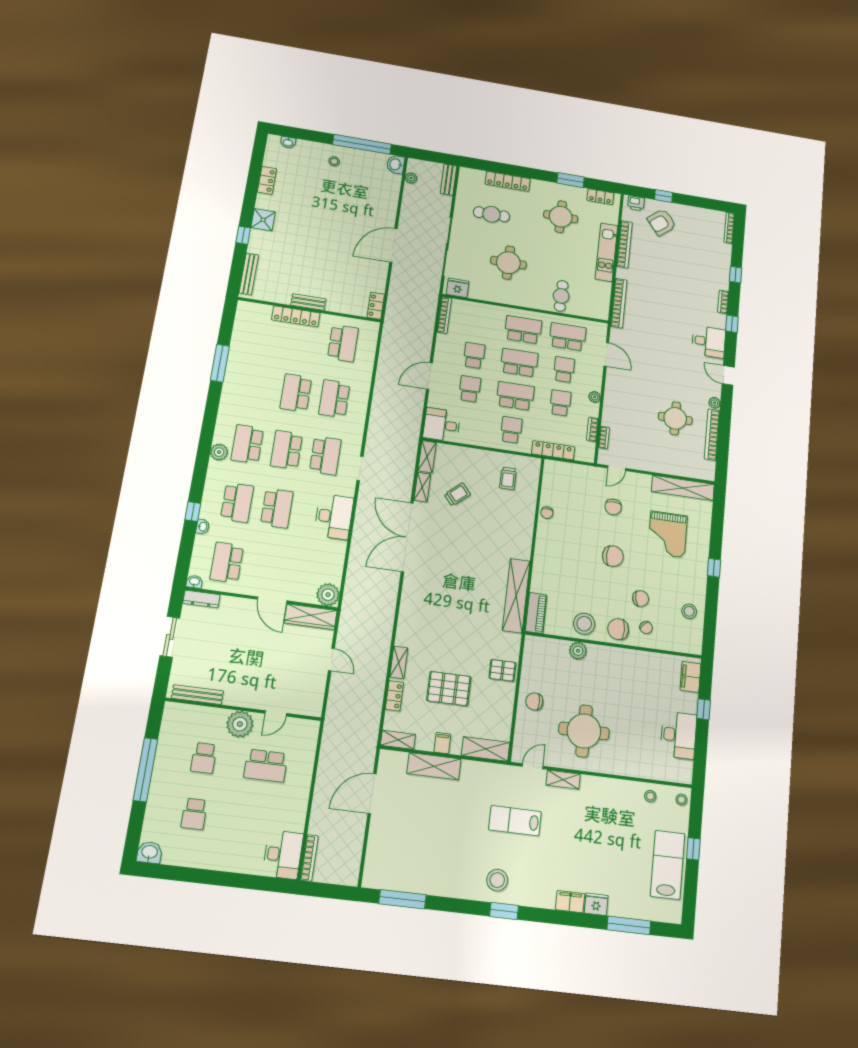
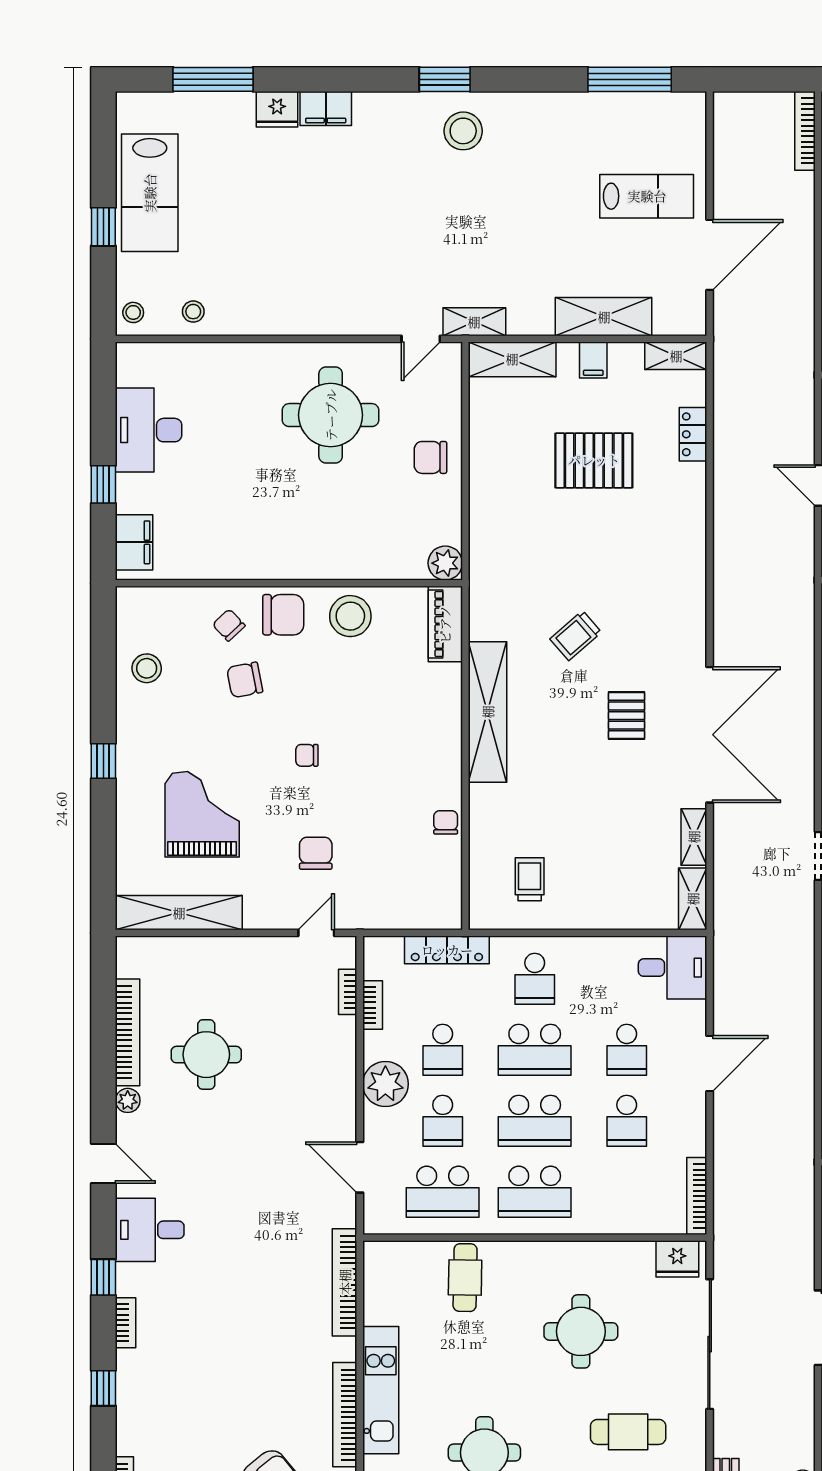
plant: (595, 397) -> (385, 1084), width x1.88, depth x1.88
trolley: (457, 494) -> (576, 636), moved
chair: (613, 556) -> (307, 755), width x0.54, depth x0.54
shelving: (516, 596) -> (488, 712), moved
plant: (578, 651) -> (445, 563), moved
shelving: (399, 662) -> (693, 496), removed
pallet: (502, 670) -> (627, 716), moved, turned 90
chair: (534, 701) -> (430, 457), turned 180
shelving: (563, 780) -> (474, 322), moved
lab bench: (515, 821) -> (647, 196), moved

